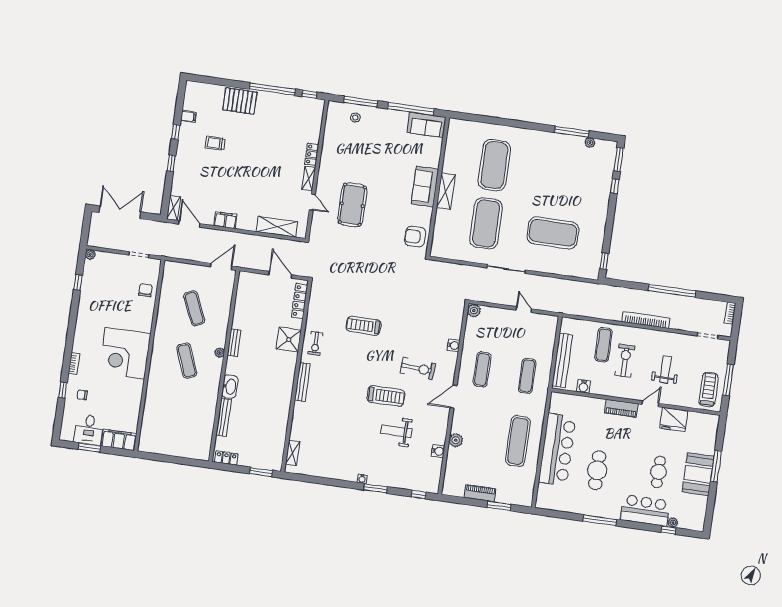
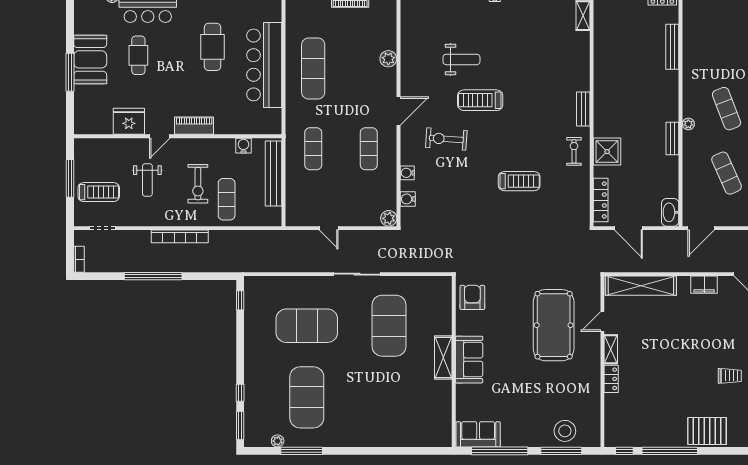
stool: (355, 117) -> (565, 431), width x1.89, depth x1.89
exercise mat: (494, 165) -> (307, 397), moved
door: (312, 202) -> (602, 321), hinge flipped
pool table: (352, 205) -> (554, 325), width x1.36, depth x1.32
shelving: (277, 227) -> (641, 286), width x1.47
armchair: (415, 237) -> (472, 297), turned -90
bench: (302, 382) -> (583, 109), width x0.73
washbasin: (230, 387) -> (670, 212), moved
treadmill: (709, 390) -> (99, 192), moved, turned -90
water cooler: (438, 451) -> (408, 199), moved

